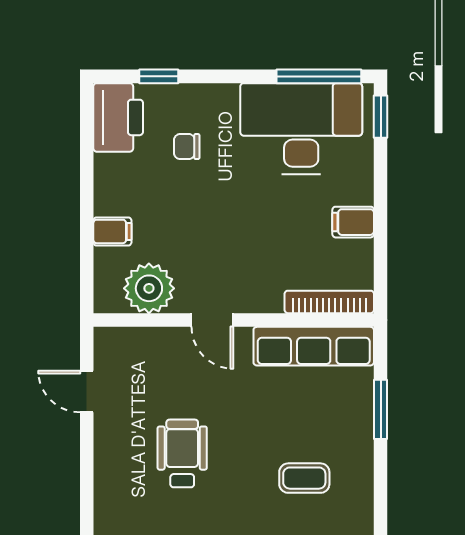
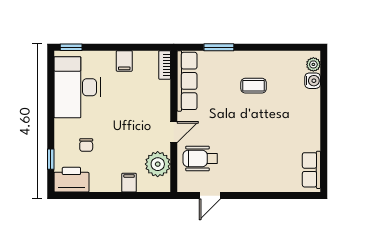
window: (319, 76) -> (51, 78), removed
bookcase: (329, 302) -> (165, 65), width x0.64
wheelchair: (182, 453) -> (200, 158), moved
coffee table: (304, 478) -> (254, 86), turned 90

